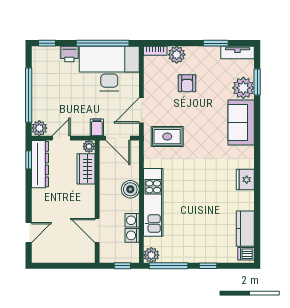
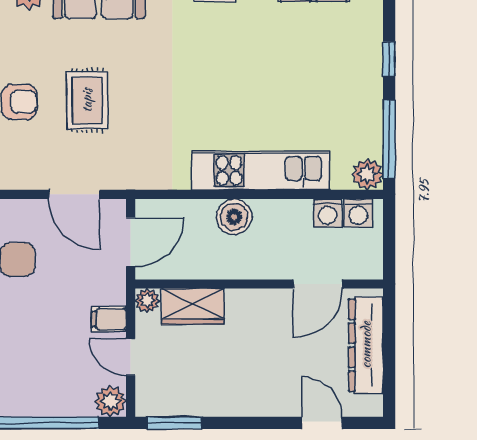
filing cabinet: (97, 127) -> (109, 319), moved
rug: (167, 137) -> (87, 100), moved
window: (29, 160) -> (174, 423), width x1.50
dresser: (40, 164) -> (366, 345), moved, turned -90
washing machine: (132, 220) -> (358, 213), moved
window: (122, 266) -> (389, 233), removed

